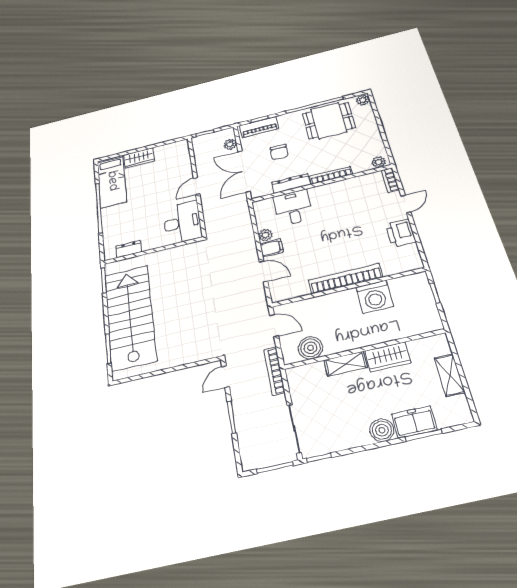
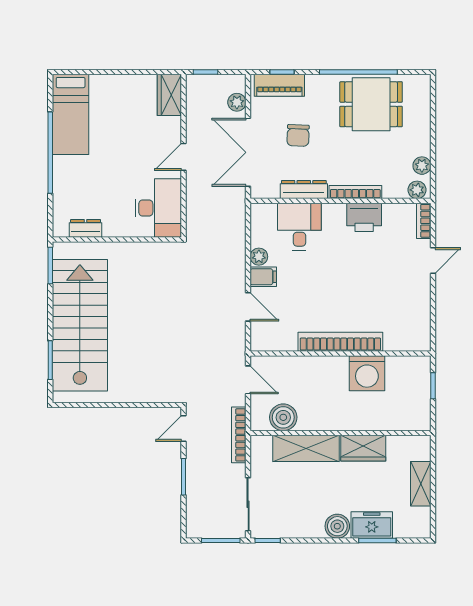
plant: (363, 100) -> (422, 166), moved
wardrobe: (139, 158) -> (169, 95), moved, turned 90
printer: (401, 233) -> (364, 217), moved, turned -90
shelving: (346, 364) -> (306, 448), width x1.50, depth x1.33

